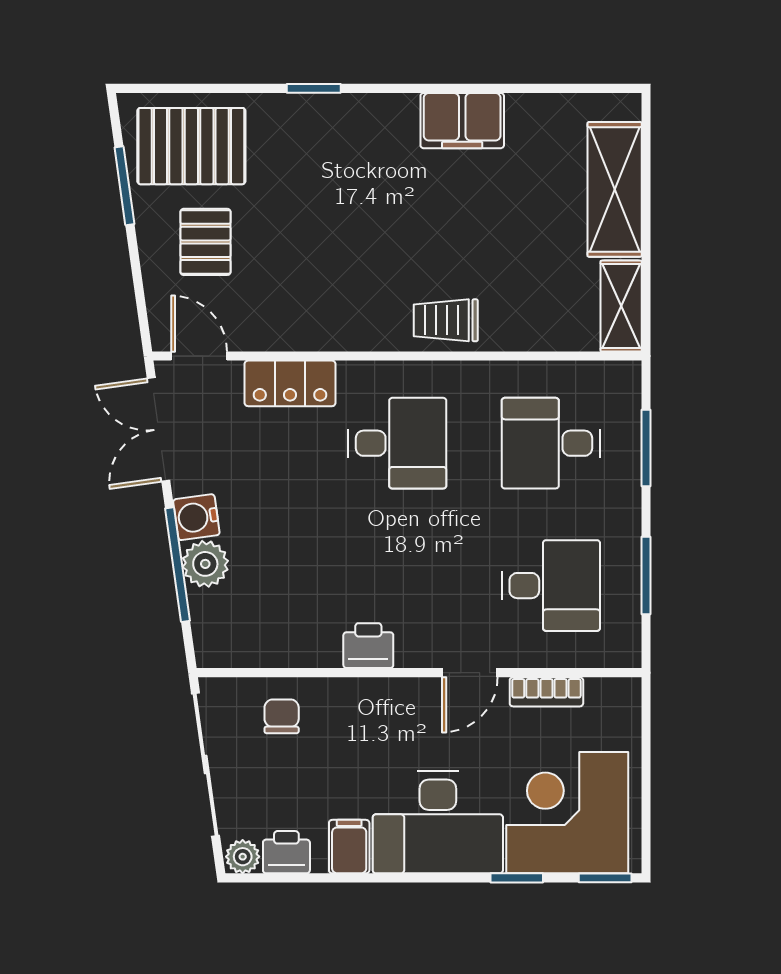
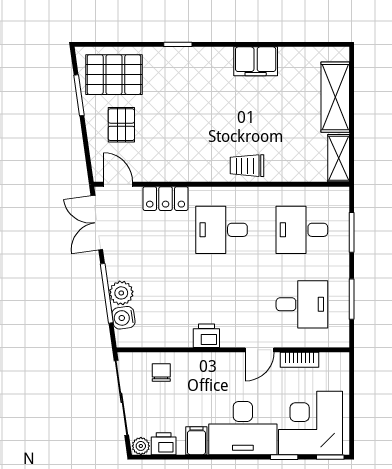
desk: (397, 443) -> (222, 230), turned 180
water cooler: (196, 517) -> (123, 318), moved

